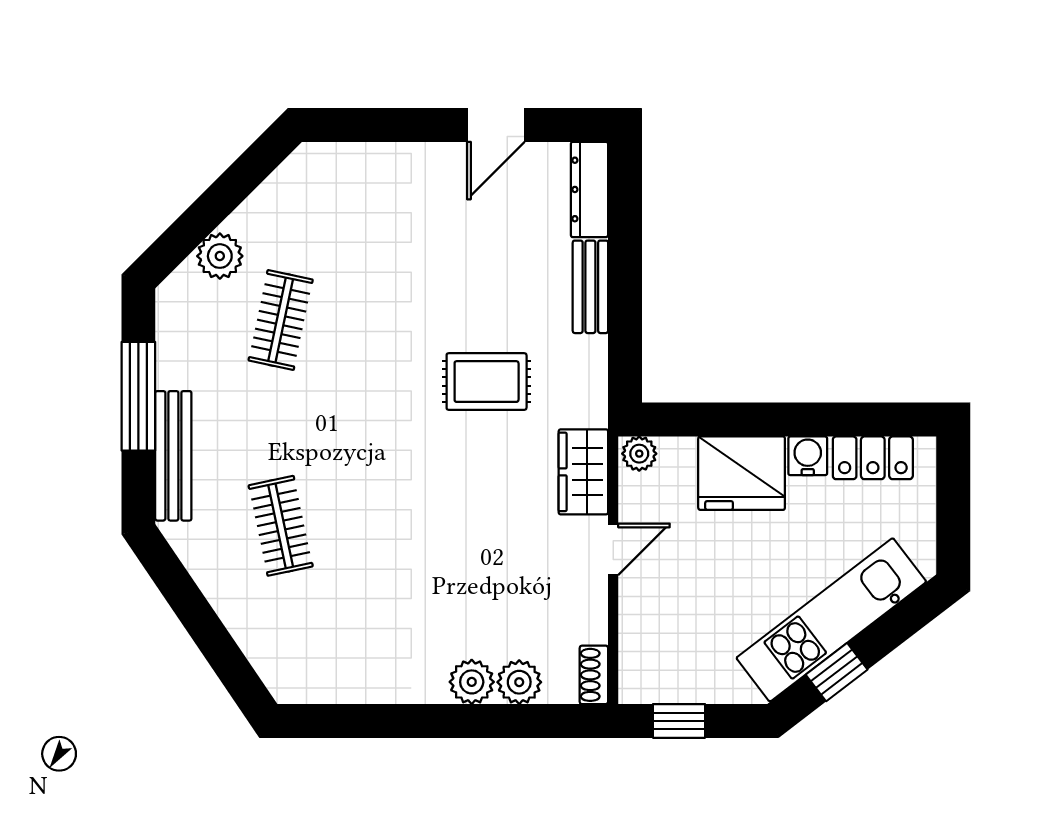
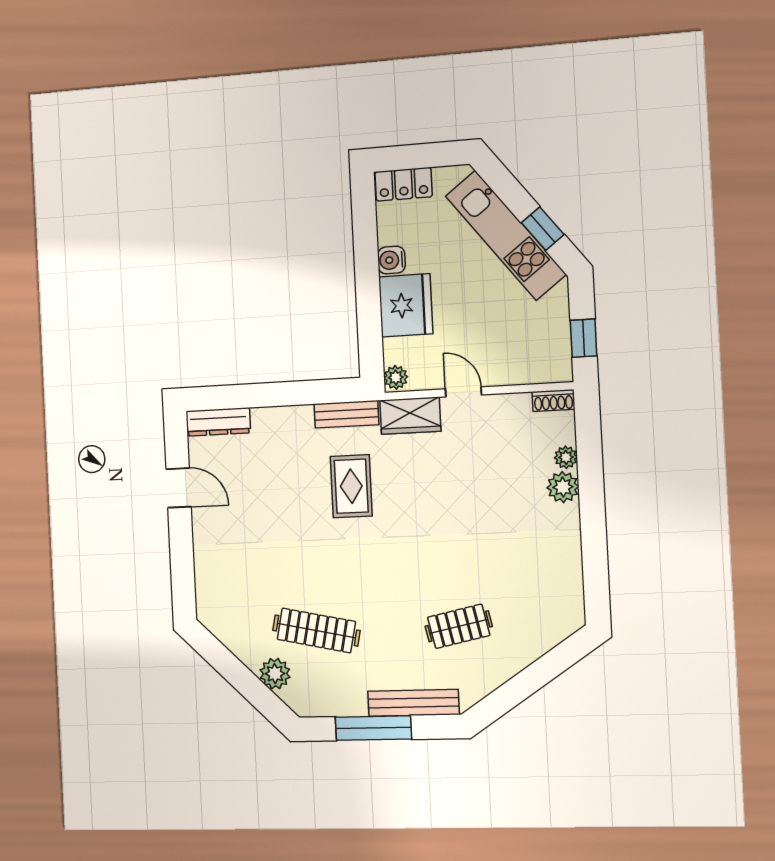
bench: (590, 287) -> (346, 414), moved
clothes rail: (281, 320) -> (316, 630), width x1.36
locker: (873, 458) -> (404, 184), moved, turned 90
plant: (519, 682) -> (566, 457), width x0.73, depth x0.73

